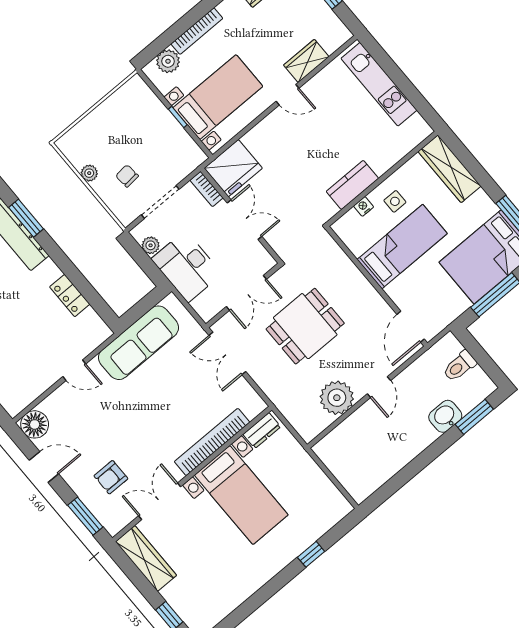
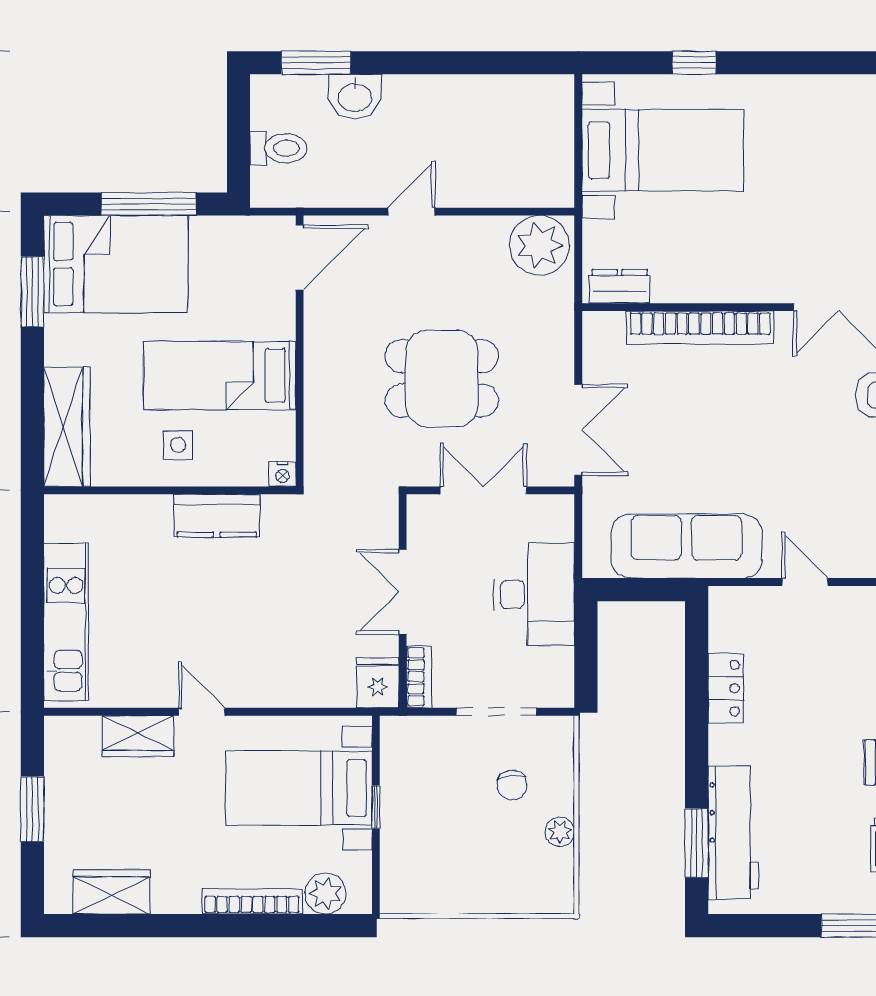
fridge: (233, 168) -> (378, 683), width x0.53, depth x0.75
nightstand: (364, 206) -> (282, 474), moved
plant: (151, 245) -> (559, 664), removed
plant: (337, 398) -> (539, 245), moved
bed with nightstands: (241, 495) -> (663, 150), moved, turned 90

